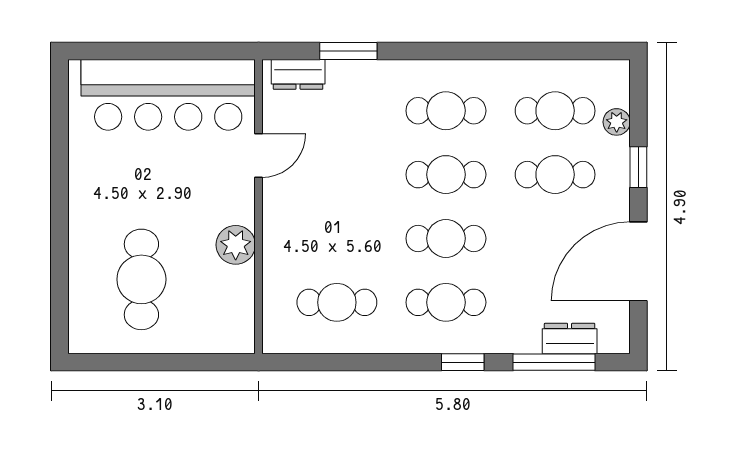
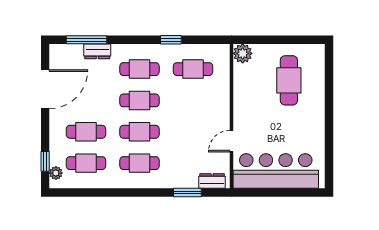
plant: (617, 122) -> (56, 173), moved
window: (638, 167) -> (45, 161), moved
plant: (236, 245) -> (243, 53), moved
dresser: (570, 338) -> (97, 51), moved
window: (463, 362) -> (171, 40), moved

